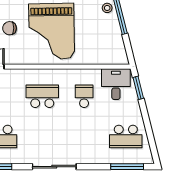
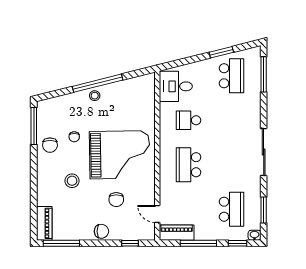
window: (138, 88) -> (221, 52), moved

